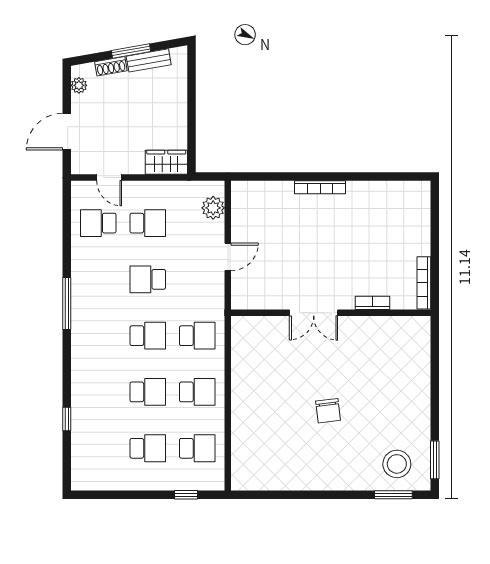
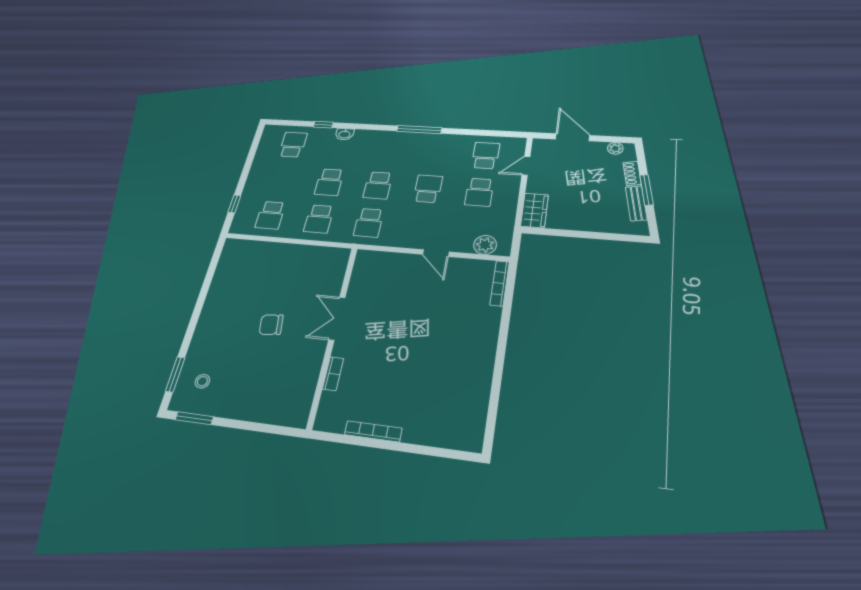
bookcase: (320, 187) -> (500, 283), moved
bookcase: (372, 303) -> (333, 374), moved
double door: (314, 313) -> (337, 319), moved
wall: (331, 313) -> (333, 334), moved
washbasin: (79, 390) -> (344, 134), added
school desk: (148, 448) -> (293, 145), moved, turned 180
stool: (397, 464) -> (202, 381), width x0.53, depth x0.53

